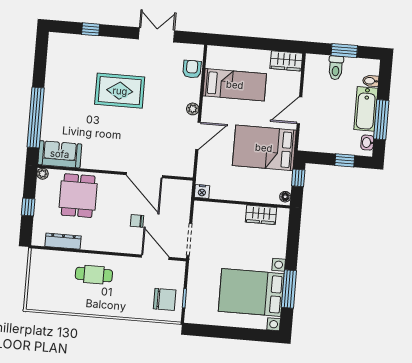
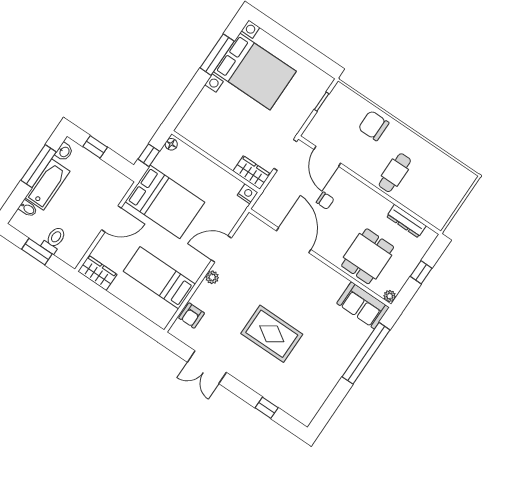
wardrobe: (261, 215) -> (252, 173), moved
cafe table: (94, 275) -> (395, 173), turned 90
chair: (165, 299) -> (374, 126), moved

